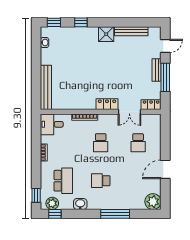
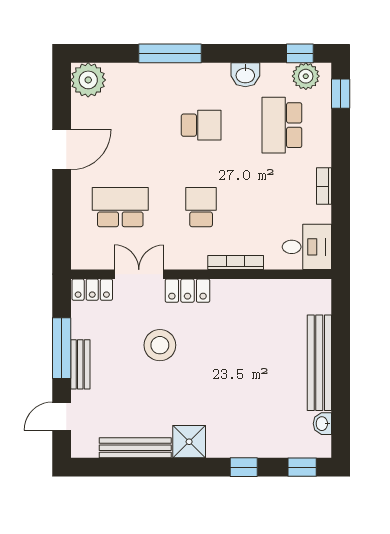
stool: (120, 79) -> (160, 345), added
bench: (46, 87) -> (319, 363), moved
school desk: (138, 143) -> (120, 207), width x1.85

